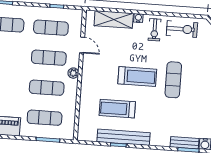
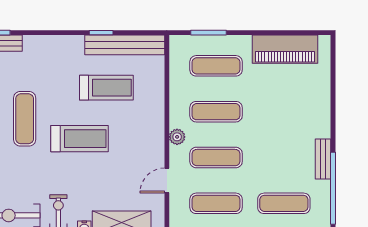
door: (82, 45) -> (167, 180), hinge flipped
treadmill: (137, 76) -> (80, 139), turned 180
exercise mat: (173, 80) -> (25, 119), moved
bench: (124, 137) -> (125, 45), moved

